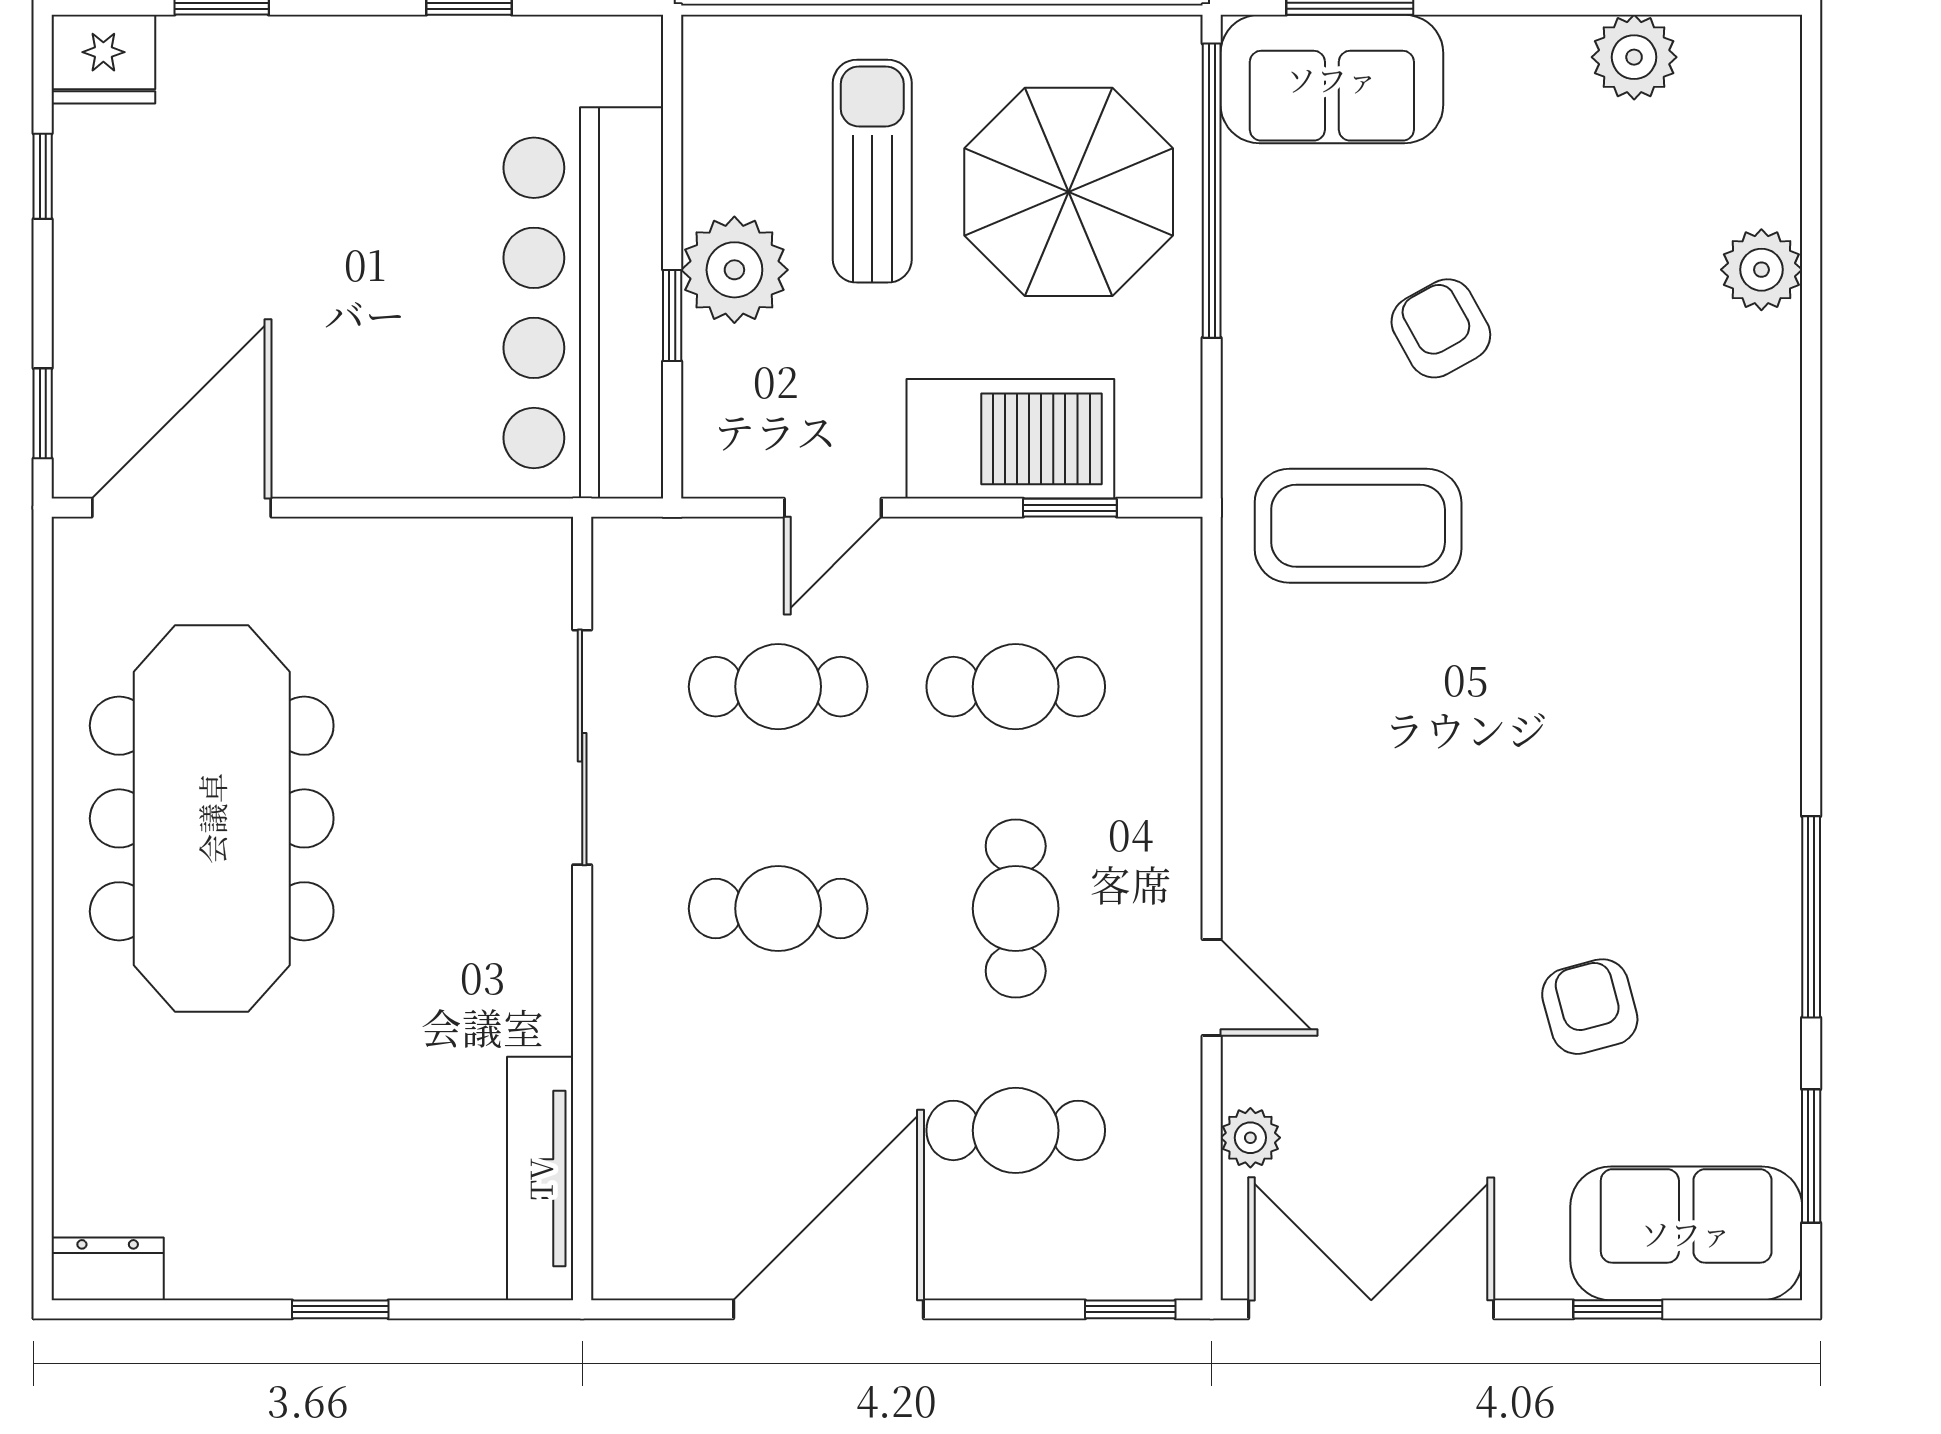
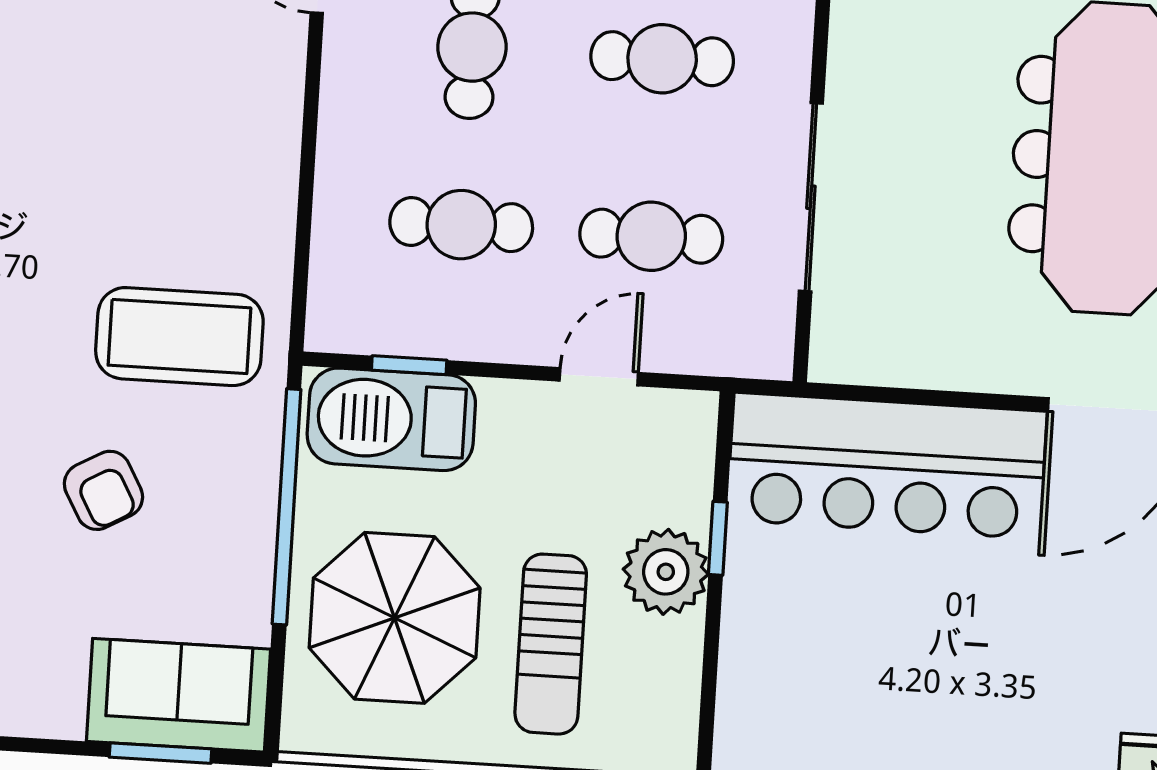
window: (1212, 191) -> (287, 507), moved
bar counter: (583, 303) -> (887, 466), moved, turned 90
barbecue: (1010, 439) -> (391, 419), moved

